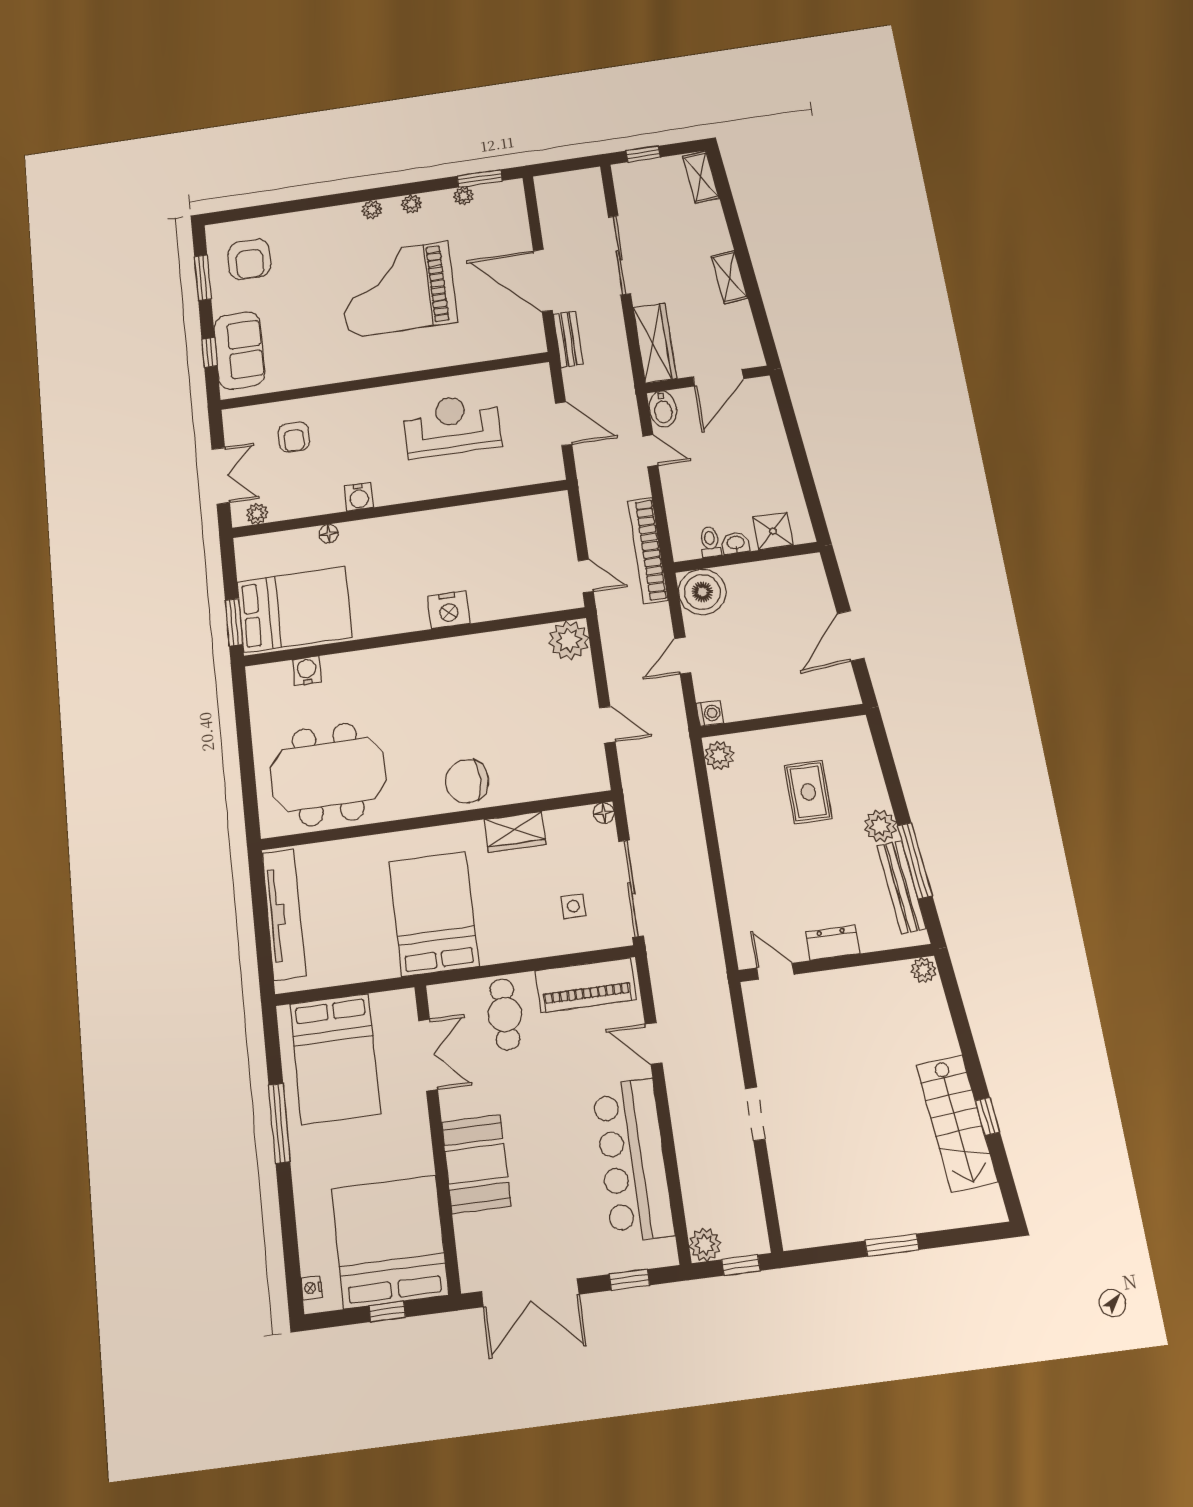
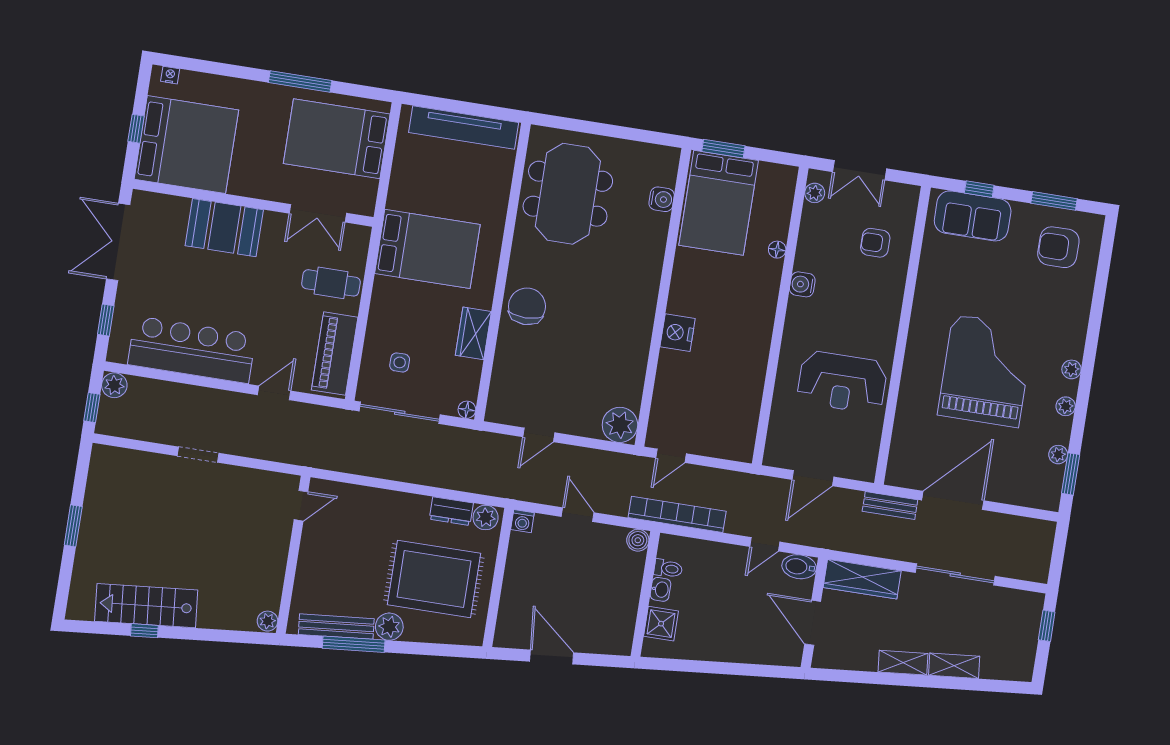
shelving: (701, 177) -> (954, 666), moved
reception desk: (452, 425) -> (842, 382), turned 90
boiler: (702, 592) -> (638, 540), width x0.54, depth x0.54
rug: (808, 792) -> (434, 579), width x1.86, depth x2.06
dresser: (833, 943) -> (451, 511), moved, turned 90

